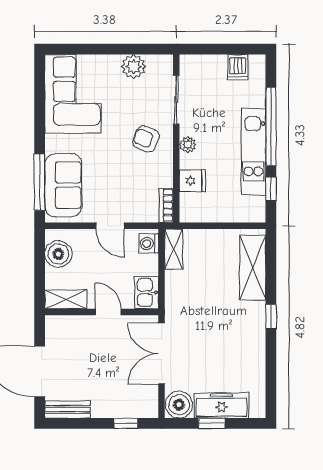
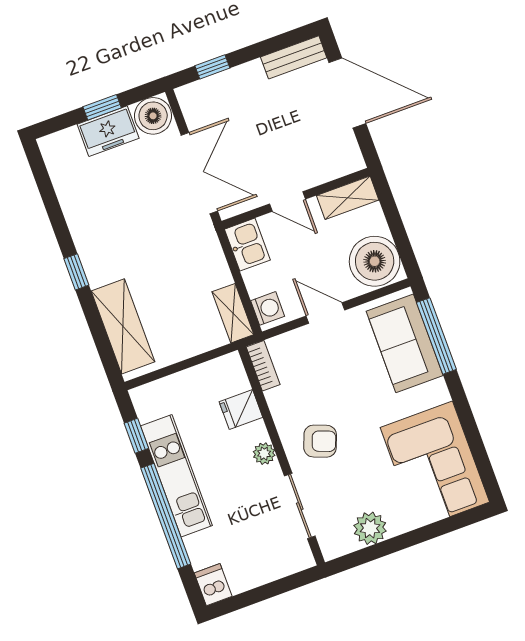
dishwasher: (238, 67) -> (213, 585), moved
boiler: (58, 254) -> (375, 261), width x1.37, depth x1.37
freezer: (222, 406) -> (108, 131), width x0.71

